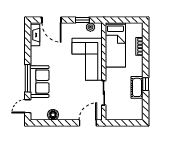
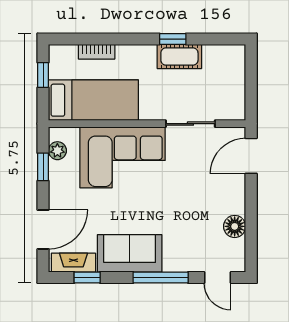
window: (128, 20) -> (43, 75), added
window: (28, 42) -> (87, 278), added
sofa: (40, 82) -> (130, 253), moved
door: (88, 123) -> (251, 156), hinge flipped

